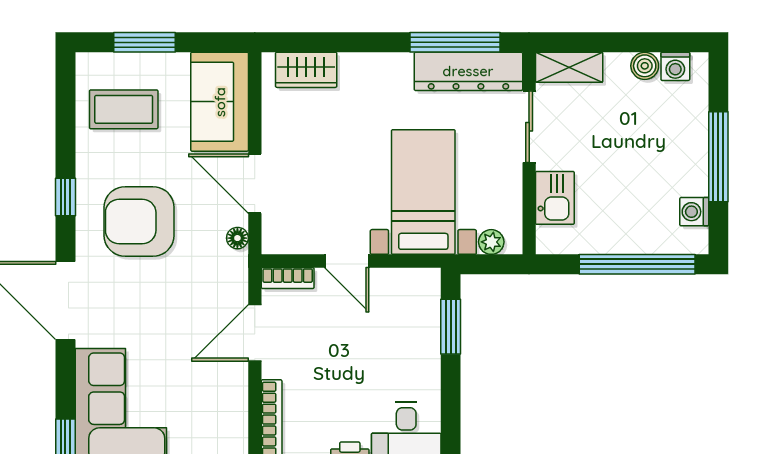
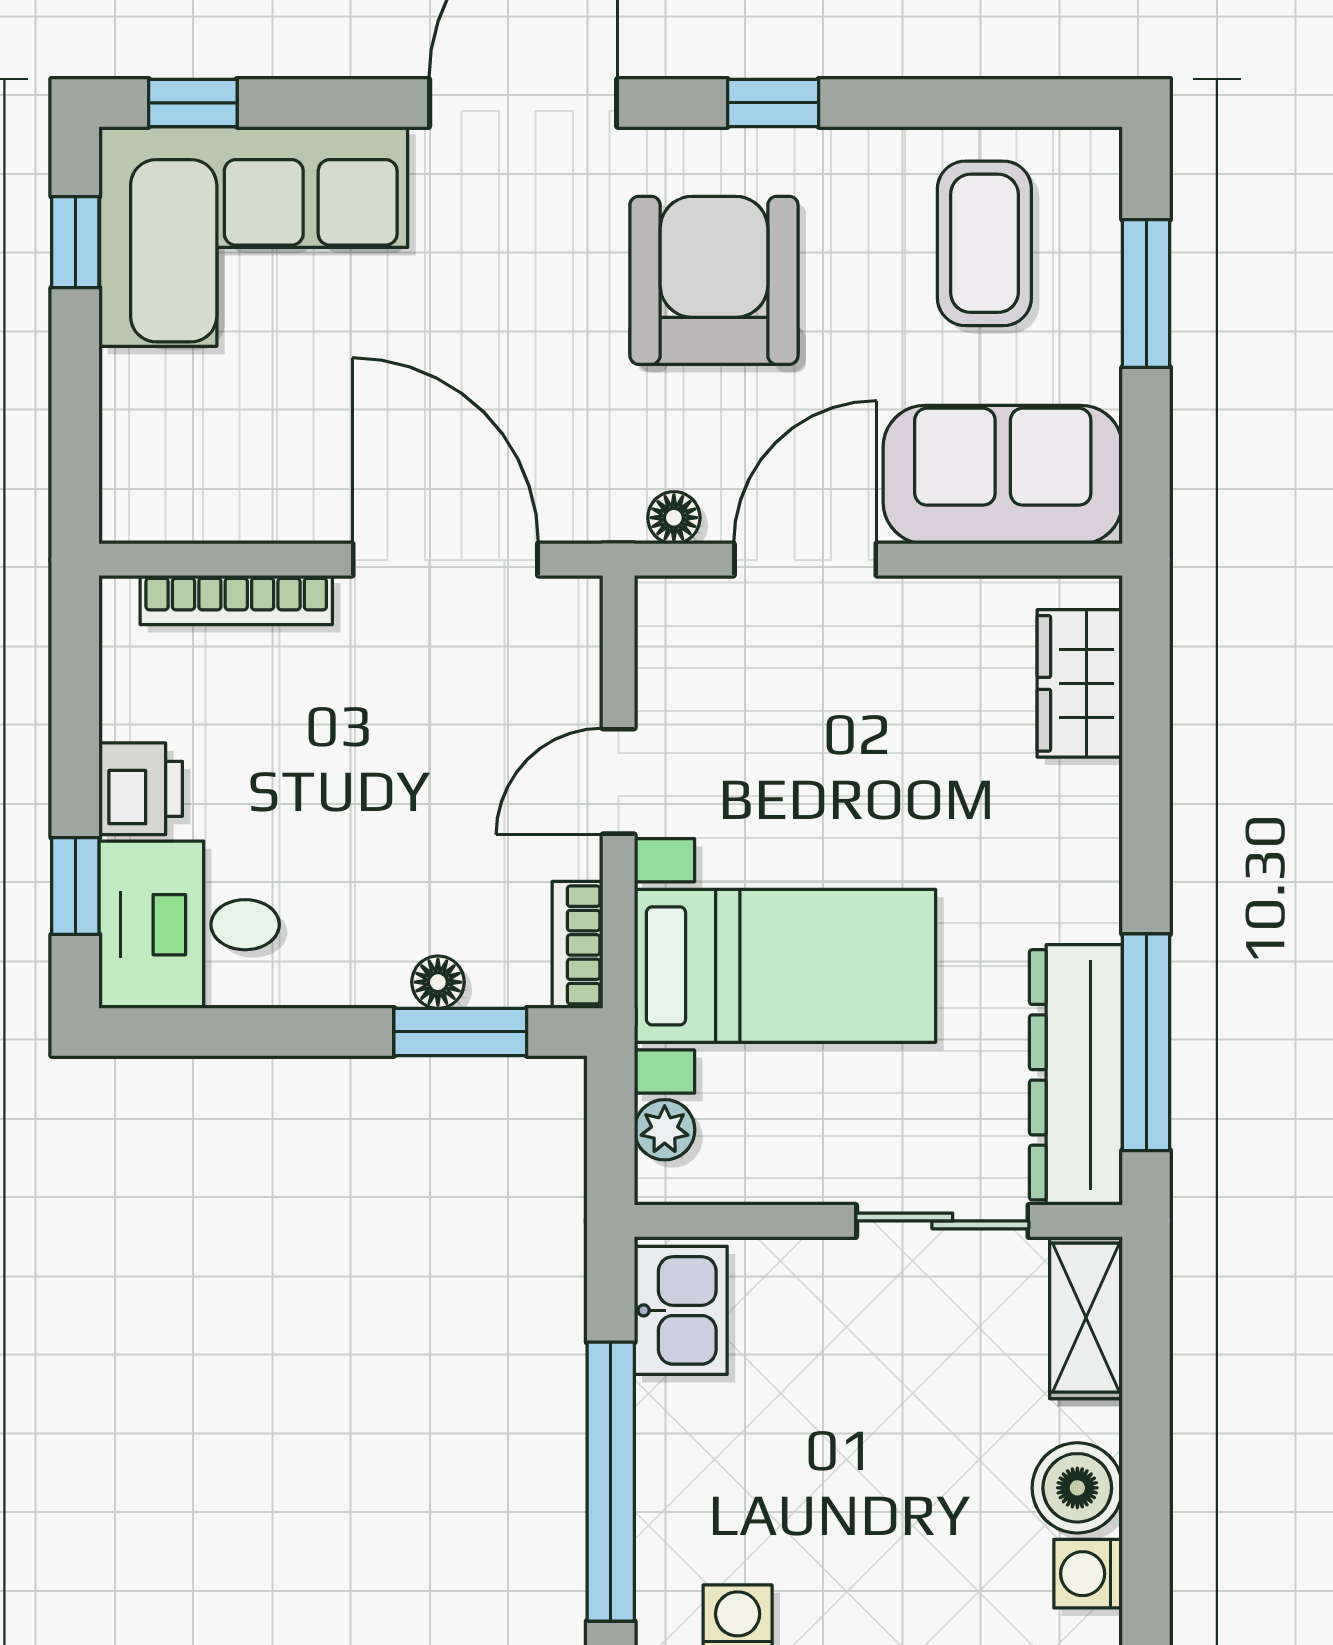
boiler: (645, 66) -> (1077, 1488), width x1.36, depth x1.36
kitchen sink: (555, 198) -> (681, 1310), moved, turned -90
bookcase: (288, 278) -> (577, 945), moved
door: (255, 333) -> (445, 560), width x1.36
floor lamp: (430, 336) -> (438, 982), added

